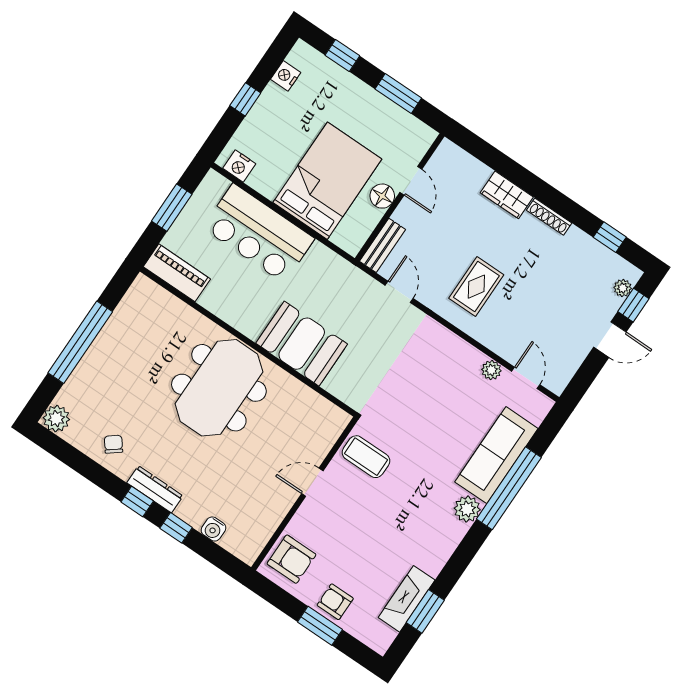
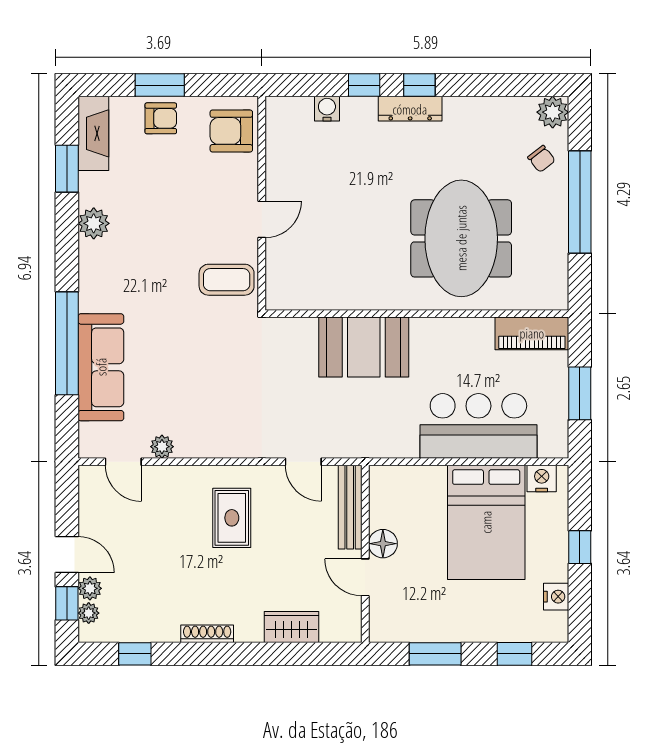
bed: (327, 181) -> (486, 522), moved
wardrobe: (507, 195) -> (292, 627), moved
bench: (382, 245) -> (350, 507), width x1.36
plant: (610, 305) -> (90, 588), added
door: (610, 340) -> (67, 555), swing flipped
meeting table: (219, 388) -> (461, 238), moved
chair: (113, 444) -> (541, 159), moved
plant: (467, 509) -> (94, 223), moved
fireplace: (407, 599) -> (93, 133), moved

